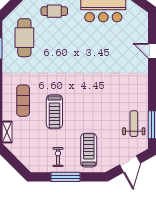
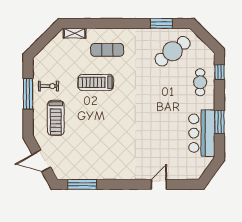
cafe table: (24, 38) -> (173, 51), turned -37
weight bench: (134, 124) -> (83, 165), removed
treadmill: (89, 150) -> (56, 118), turned 90

